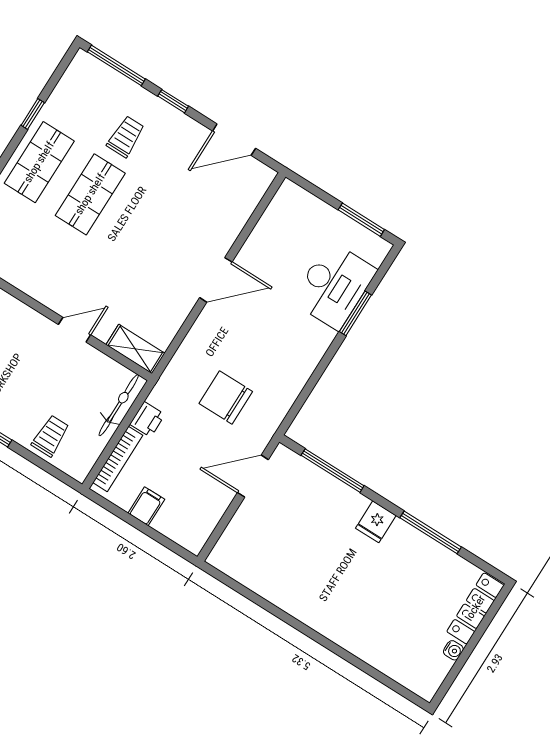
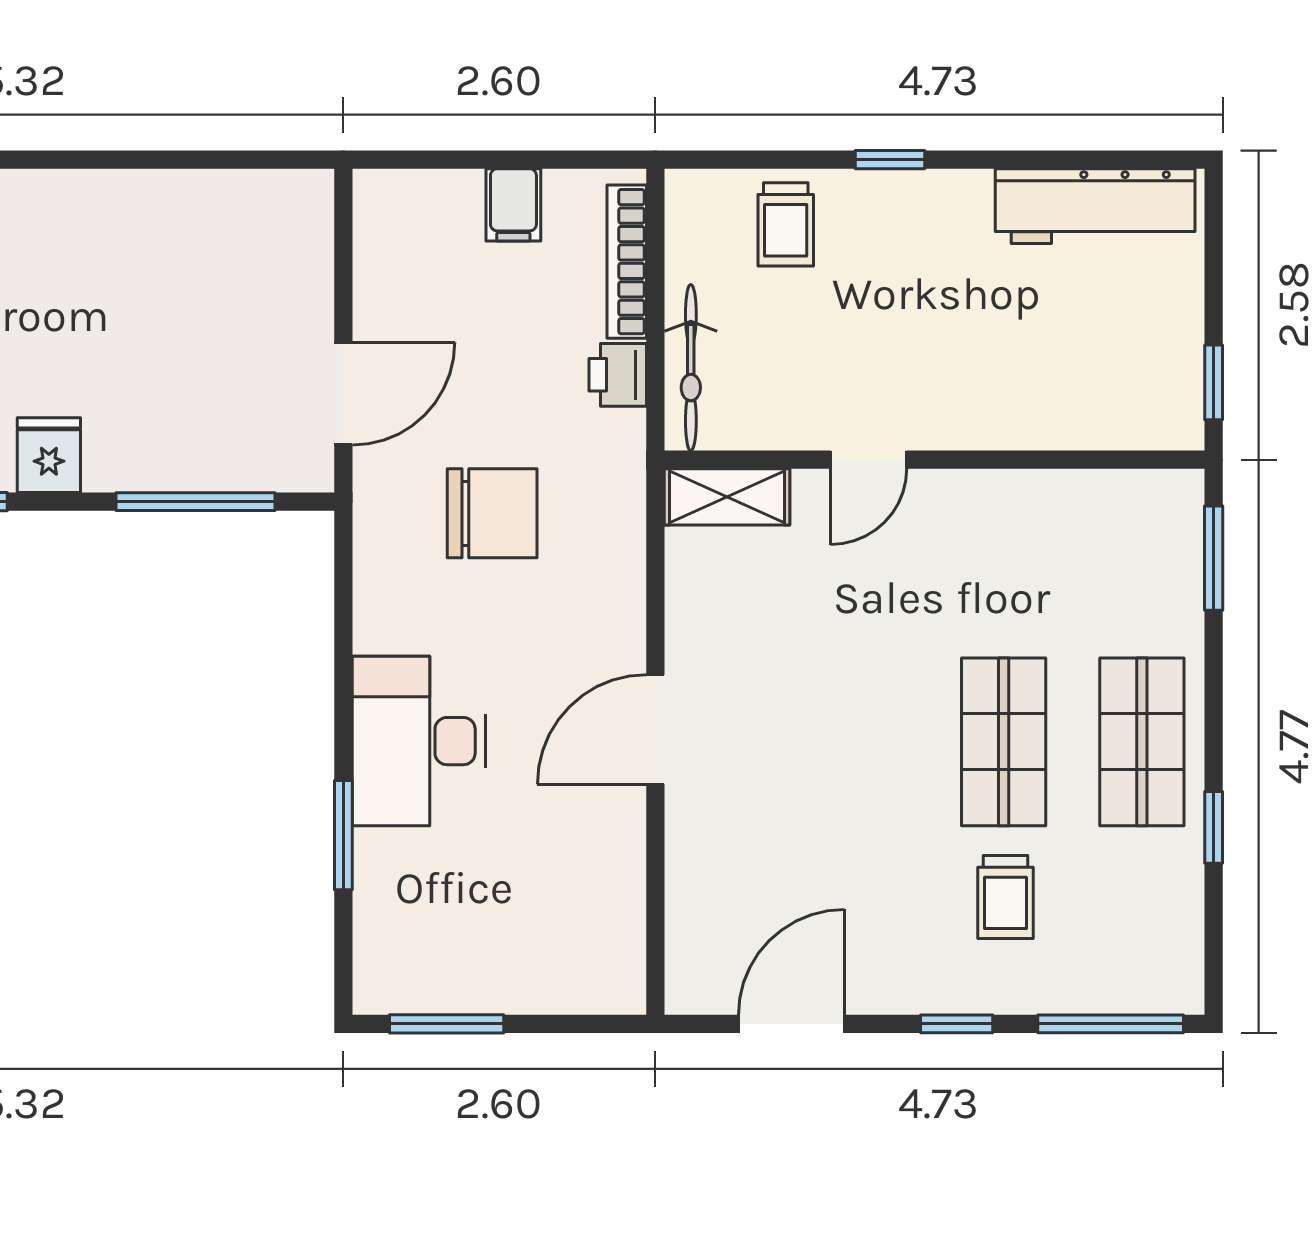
desk: (334, 285) -> (419, 741), moved

